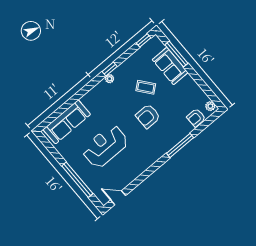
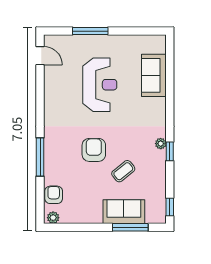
sofa: (67, 122) -> (154, 75), width x0.73
window: (77, 180) -> (90, 31), width x0.68
door: (118, 198) -> (40, 56), hinge flipped

